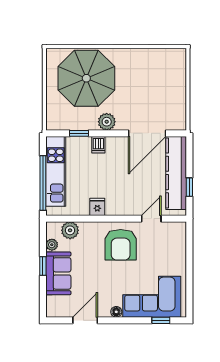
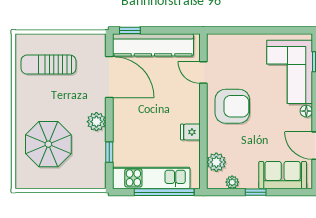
parasol: (86, 78) -> (48, 144), width x0.73, depth x0.73
sun lounger: (158, 78) -> (48, 65), added
dishwasher: (98, 145) -> (122, 131), removed
window: (189, 187) -> (130, 30), moved
sofa: (58, 273) -> (283, 175), moved

